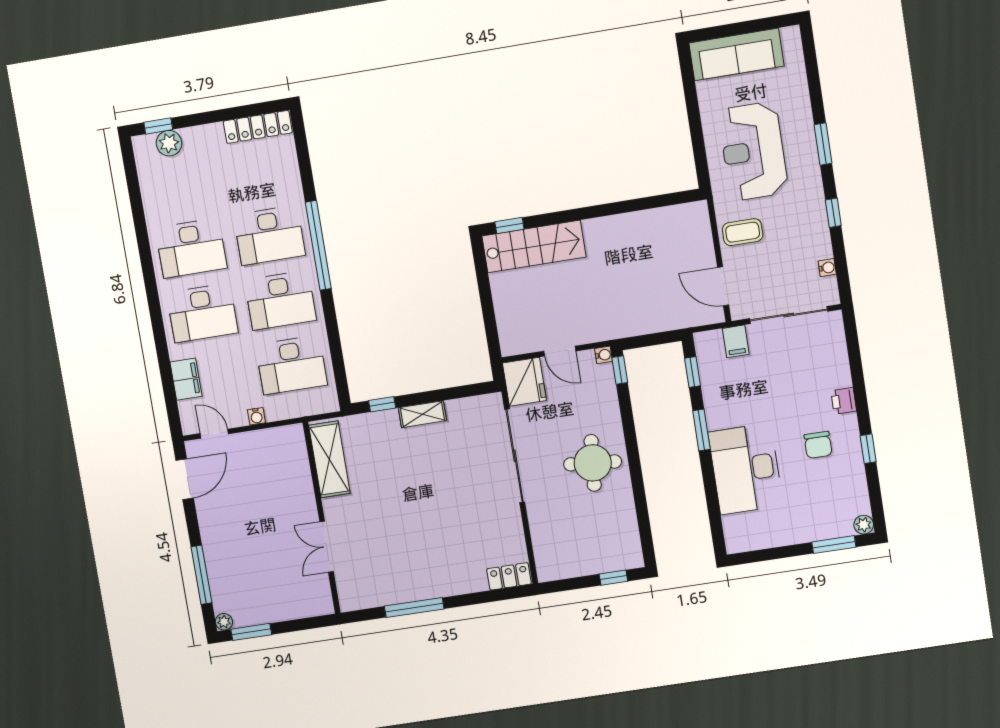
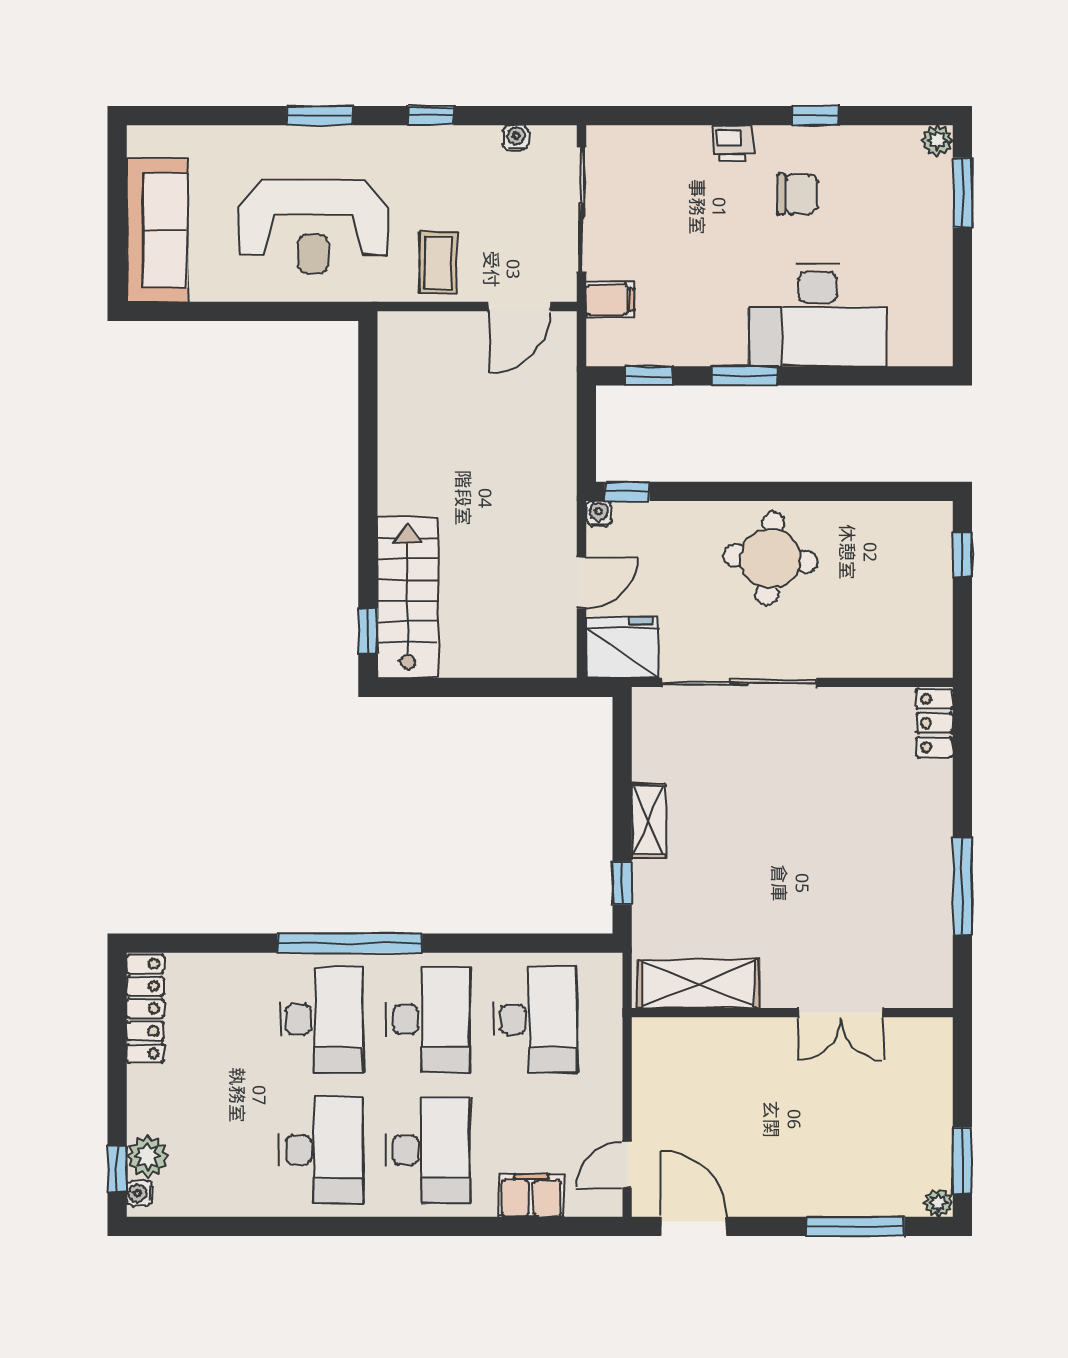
water cooler: (256, 416) -> (140, 1193), moved, turned 180

